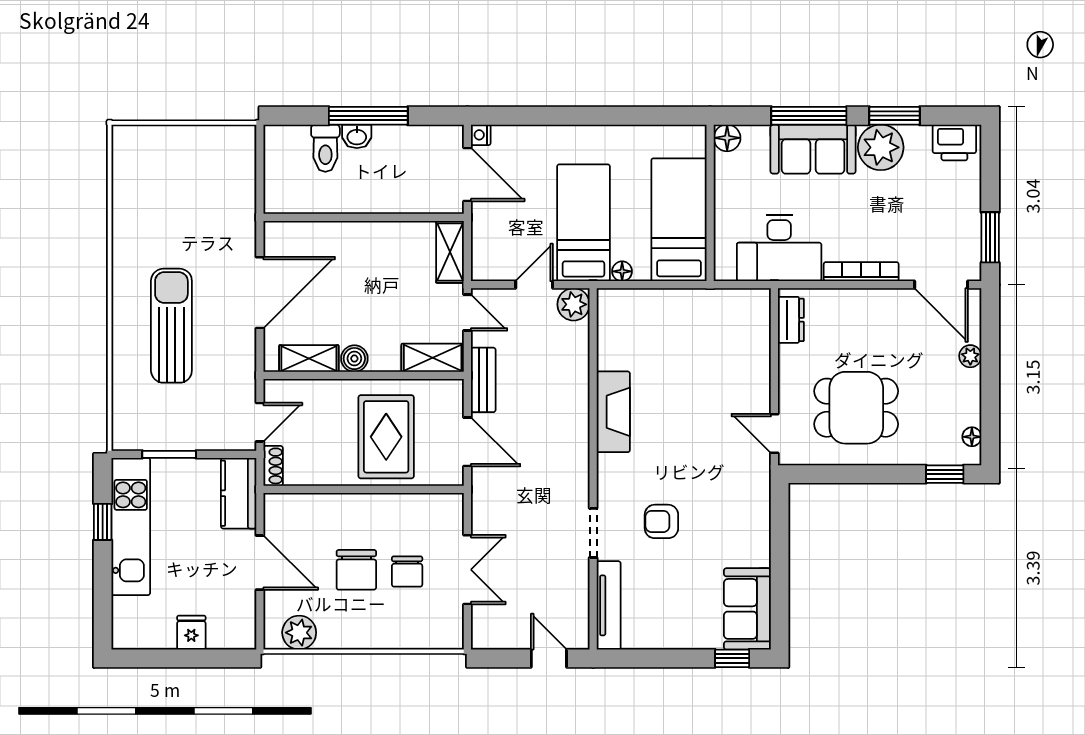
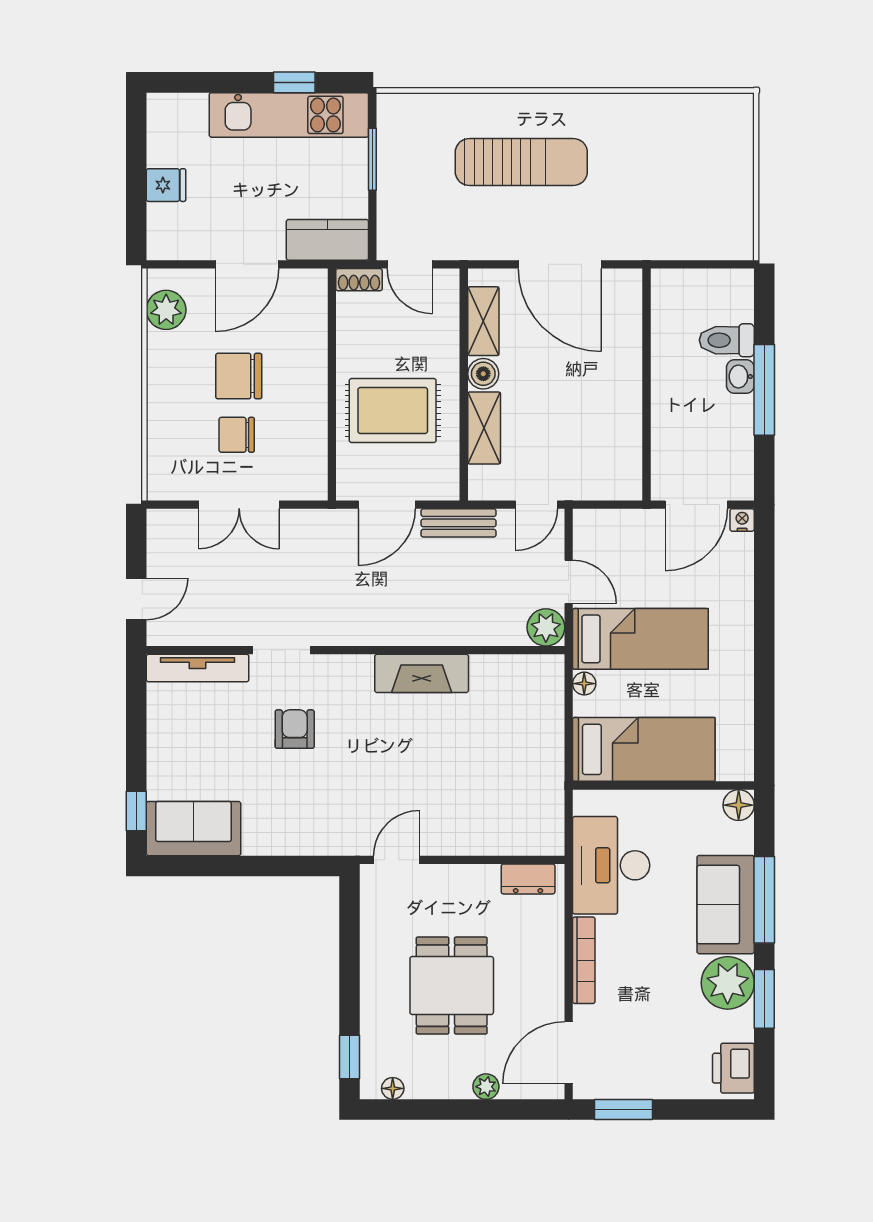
shelving: (450, 252) -> (607, 484), removed
shelving: (433, 358) -> (484, 428), moved
dining table: (856, 408) -> (452, 986), moved

